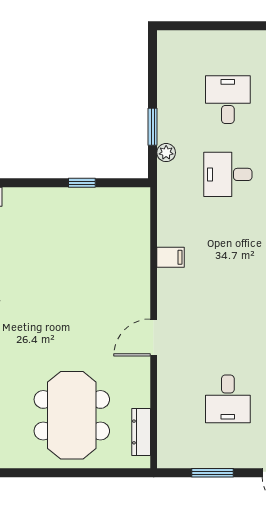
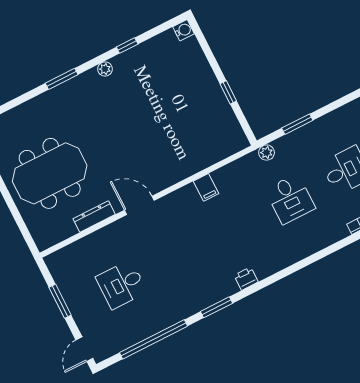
plant: (166, 153) -> (267, 153), moved
desk: (228, 174) -> (290, 199), turned 180
dresser: (141, 432) -> (94, 216), moved

